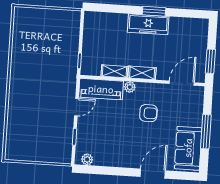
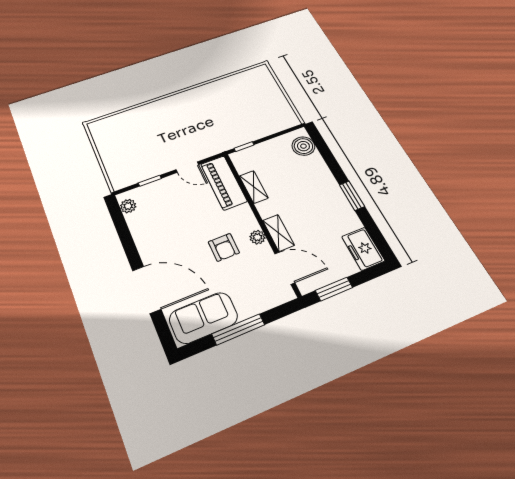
boiler: (100, 20) -> (303, 146), added
freezer: (148, 24) -> (363, 249), moved, width x0.71
shelving: (142, 73) -> (278, 233), moved
plant: (130, 87) -> (257, 237), moved
door: (153, 174) -> (147, 290), width x1.36

